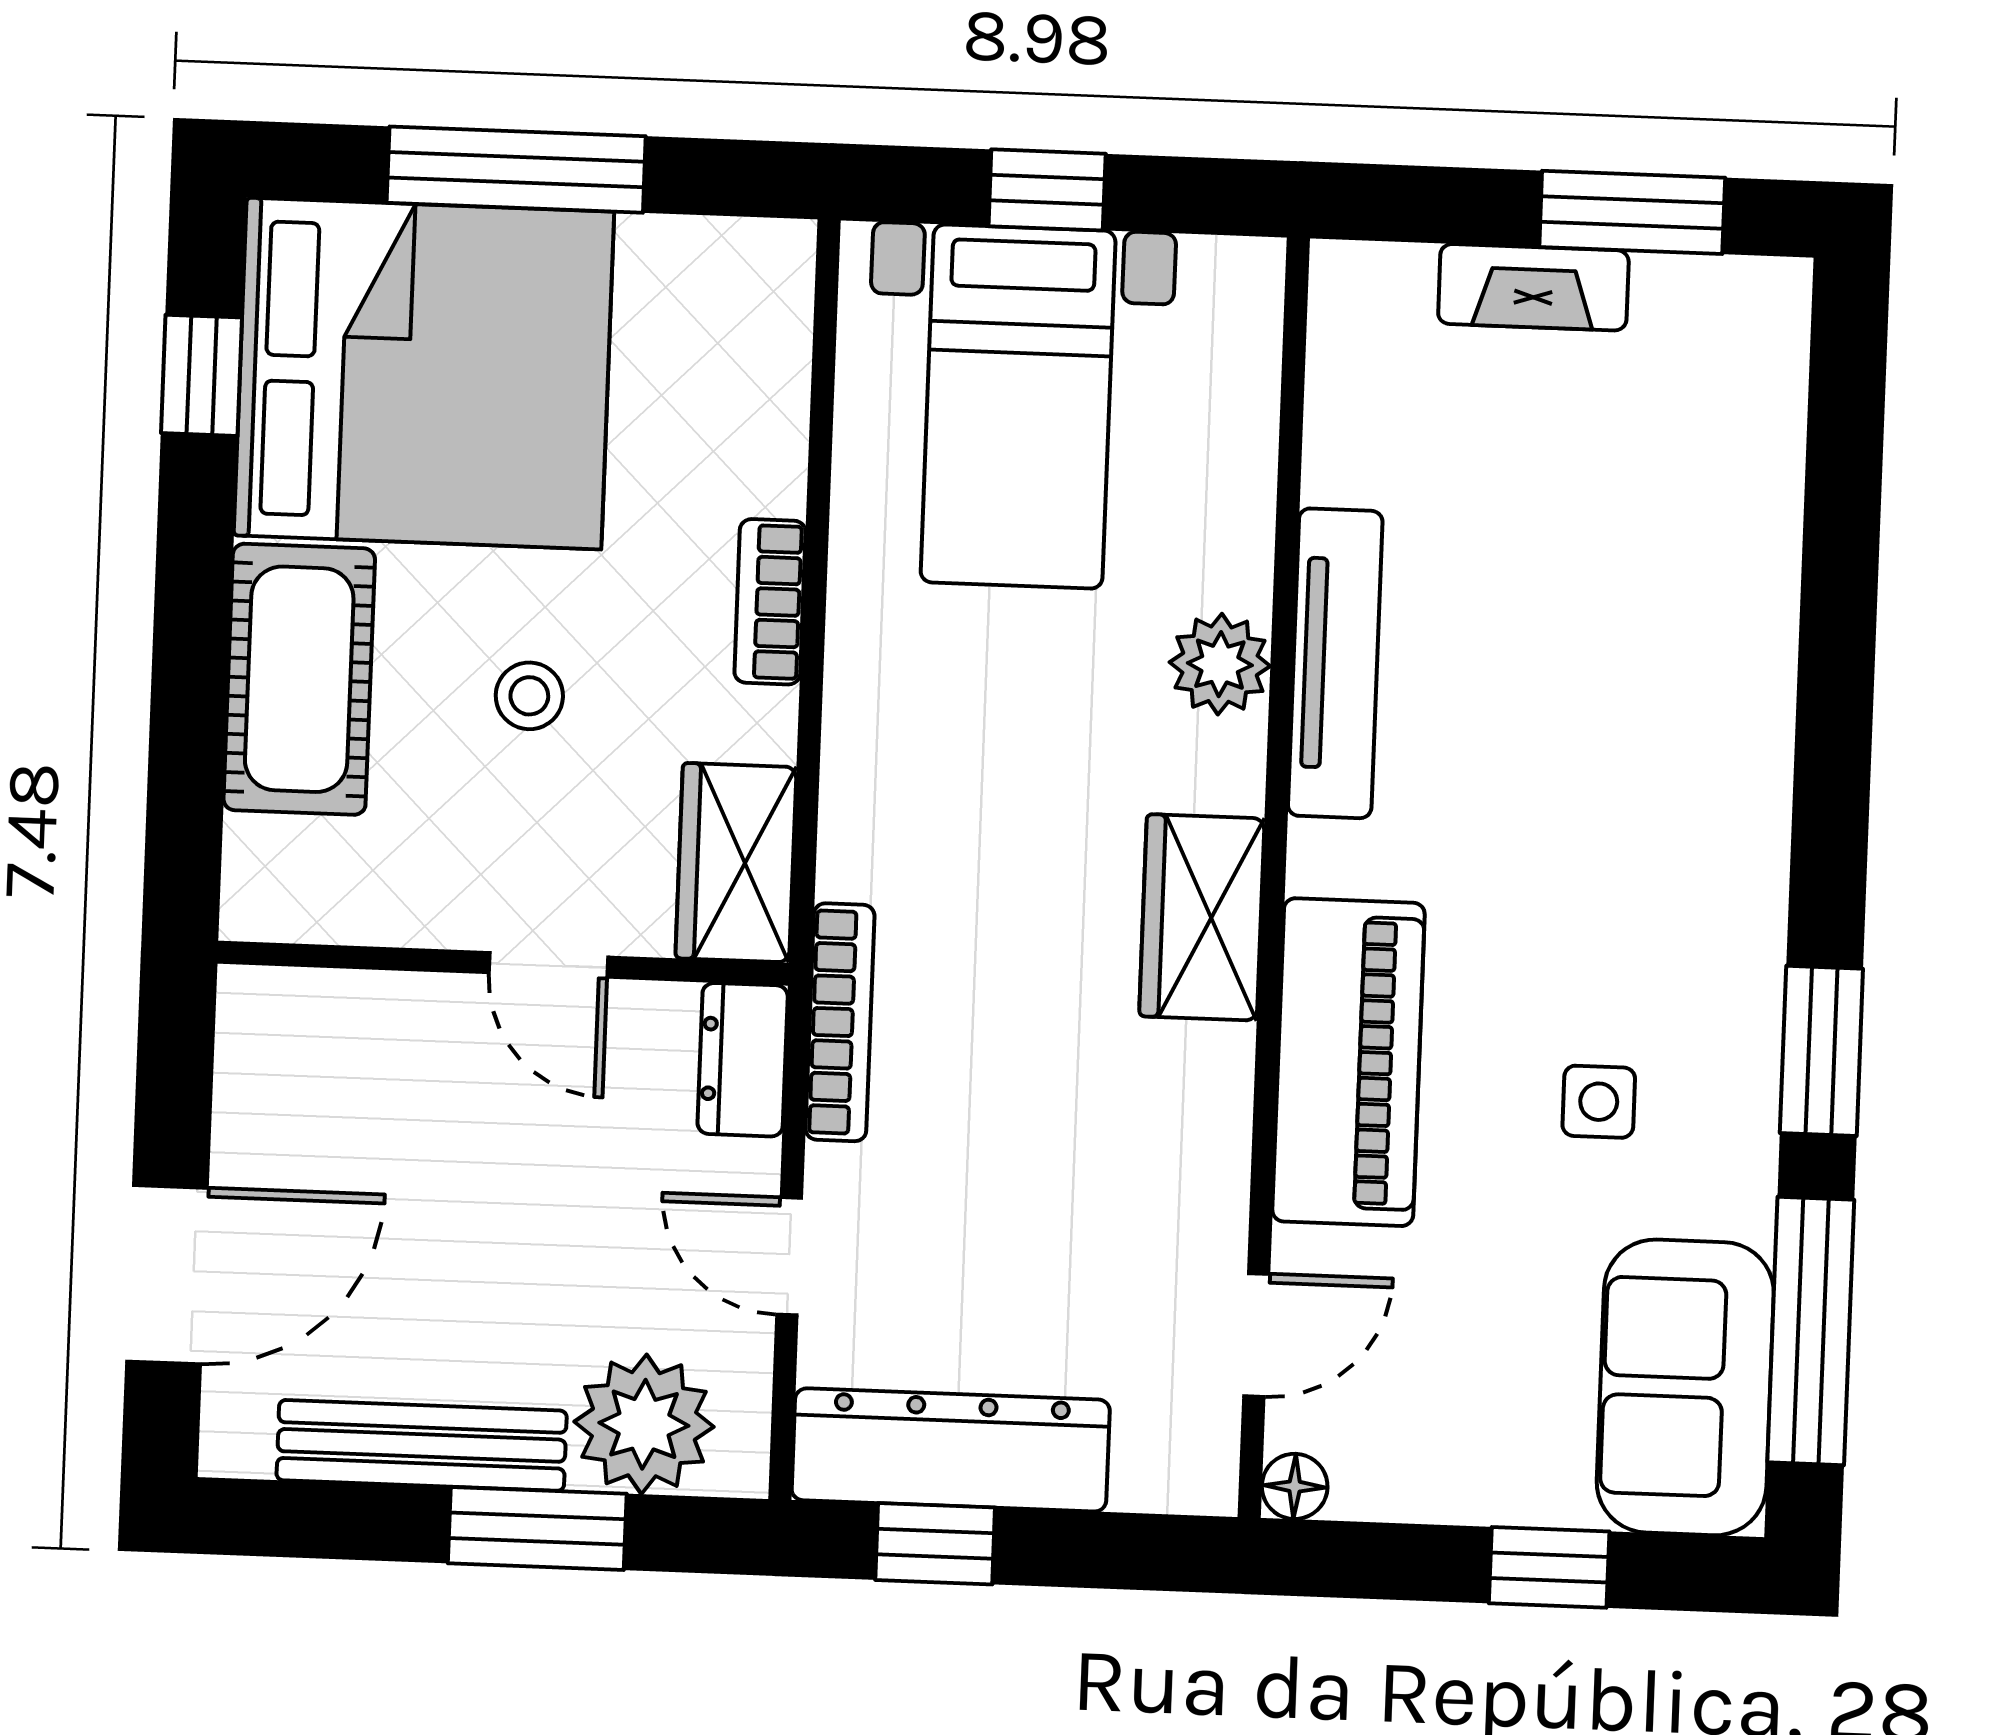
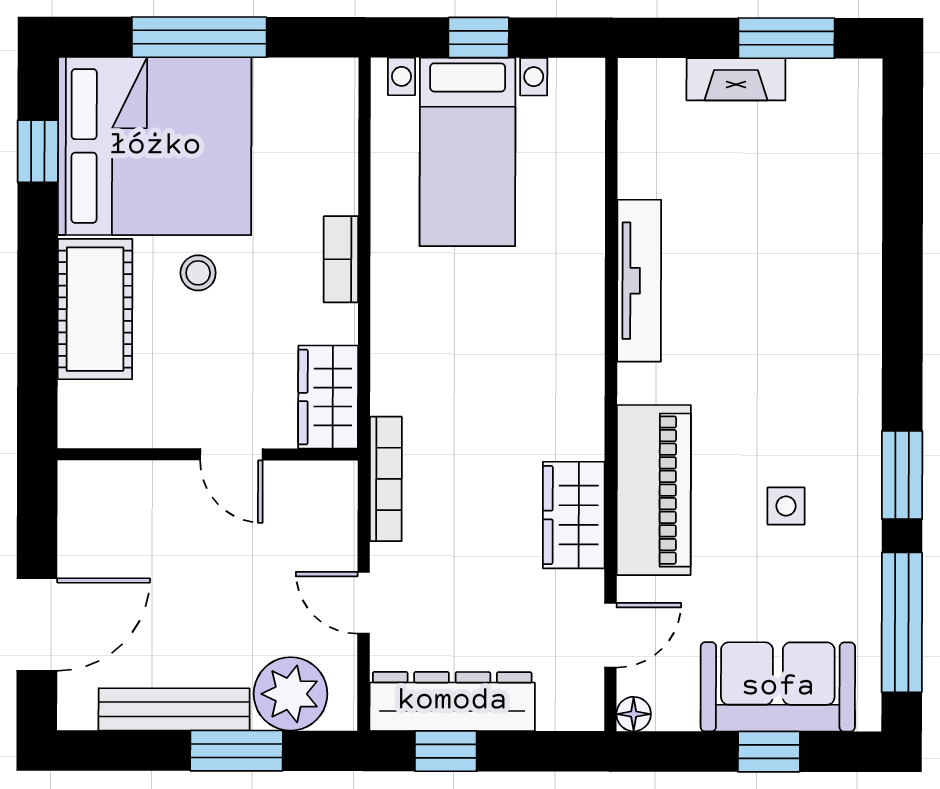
plant: (1220, 664) -> (579, 283), removed
stool: (529, 696) -> (198, 273), moved
wardrobe: (1202, 917) -> (574, 515), moved
dresser: (743, 1060) -> (335, 500), removed
sofa: (1685, 1387) -> (778, 687), moved, turned 90

